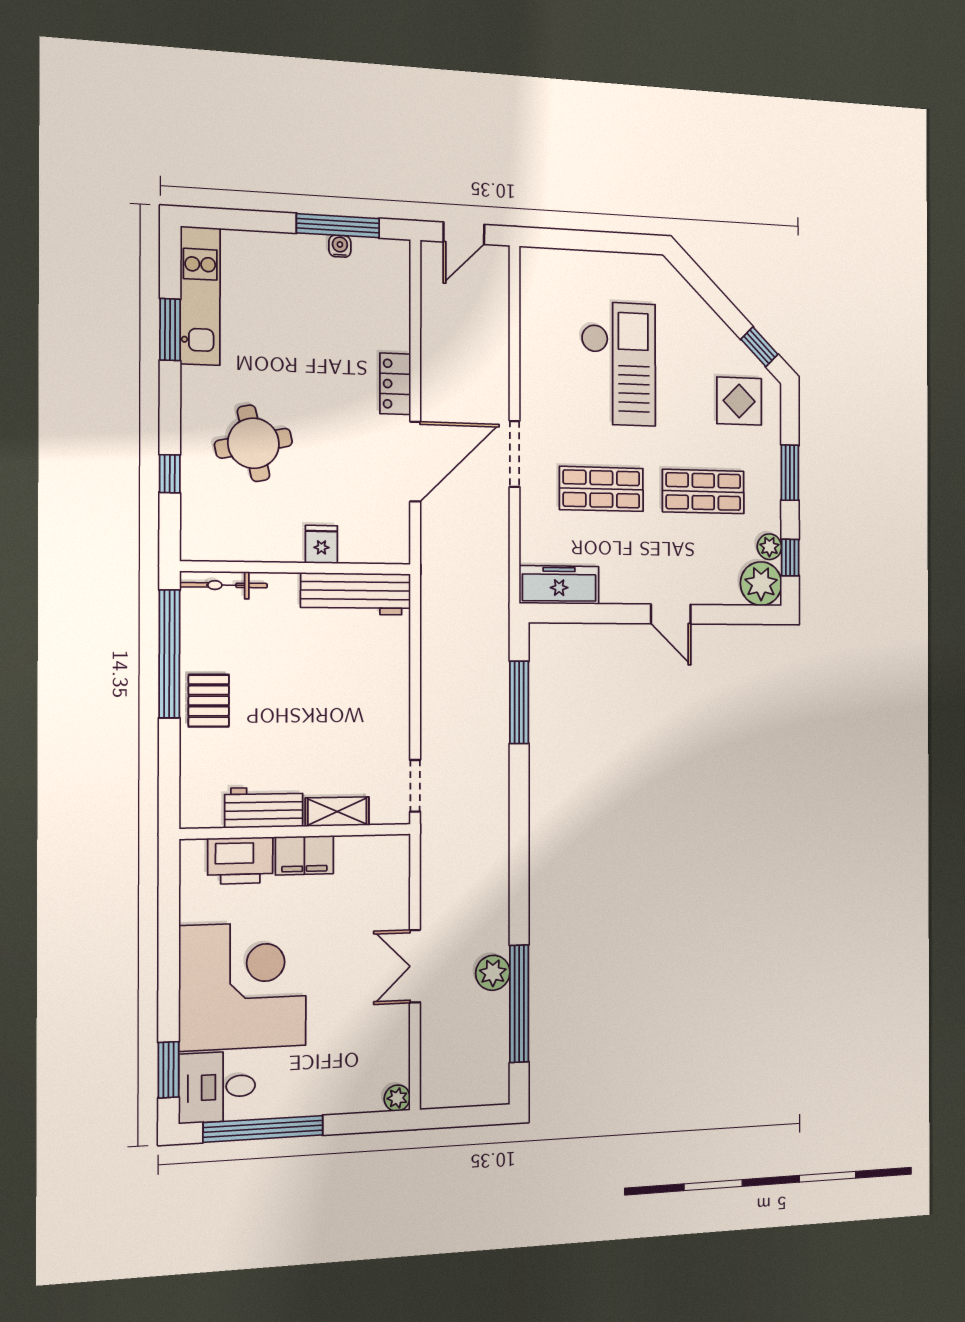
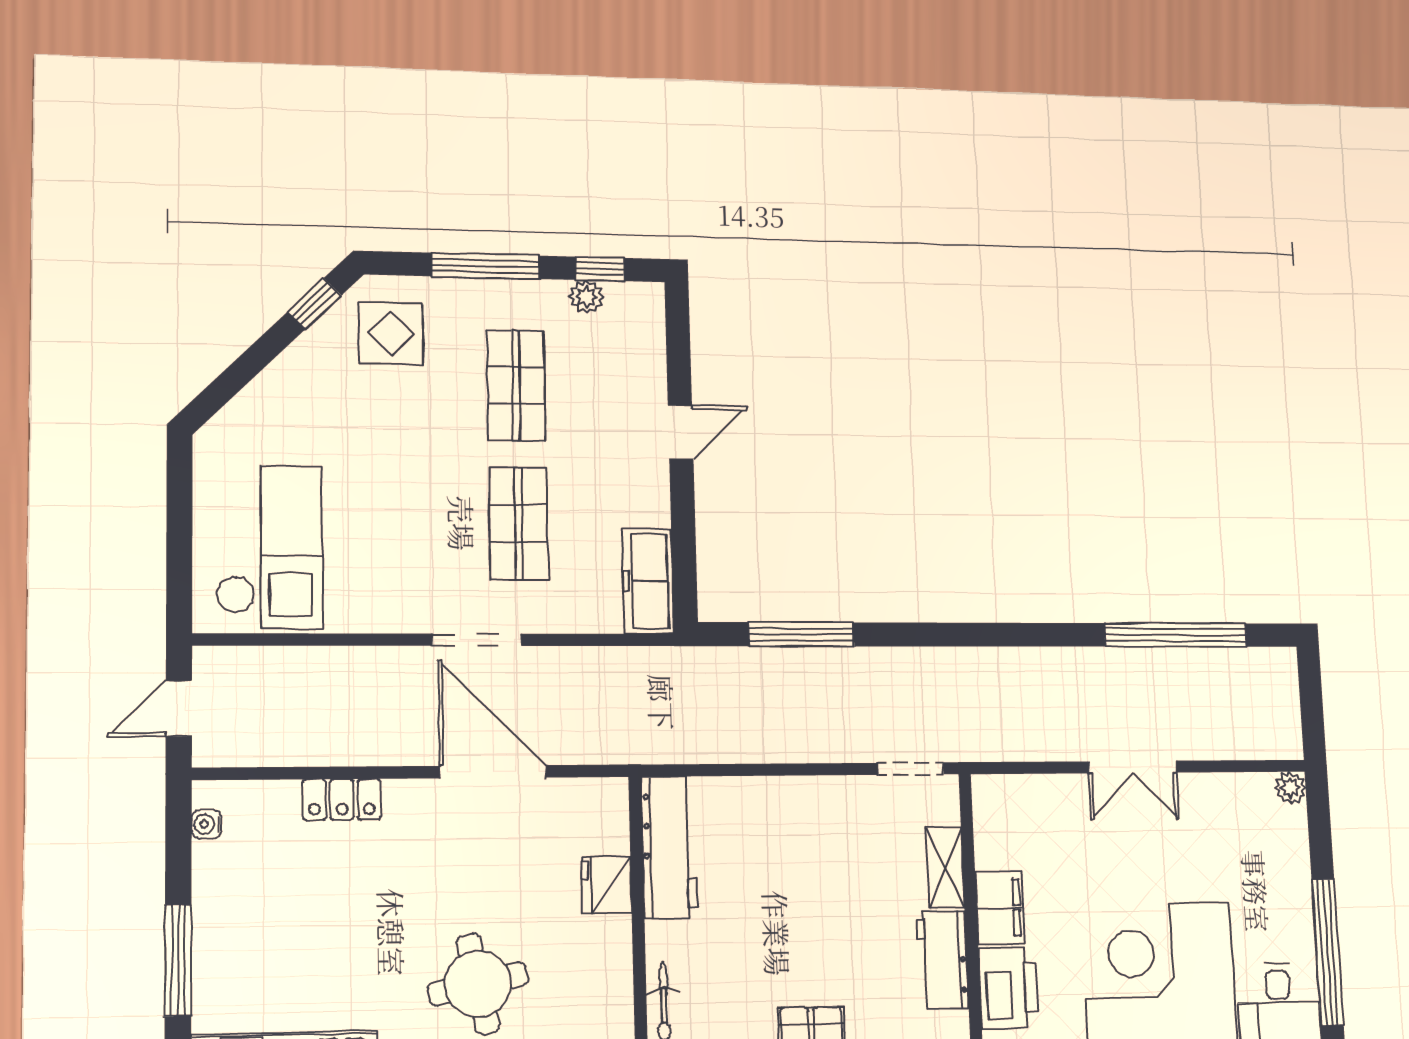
window: (338, 226) -> (178, 960), moved
door: (464, 233) -> (179, 708), swing flipped
water cooler: (340, 246) -> (206, 824), moved
checkout: (618, 364) -> (269, 547), moved, turned 90
locker: (395, 384) -> (342, 800), moved
window: (790, 473) -> (485, 266), width x1.44
fridge: (321, 544) -> (607, 885), width x1.38
plant: (761, 584) -> (636, 310), removed
plant: (493, 973) -> (1139, 668), removed

